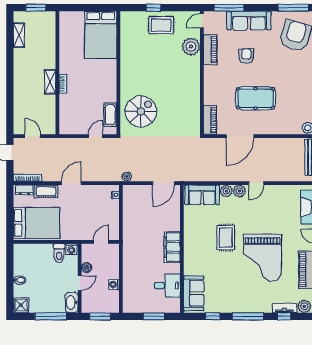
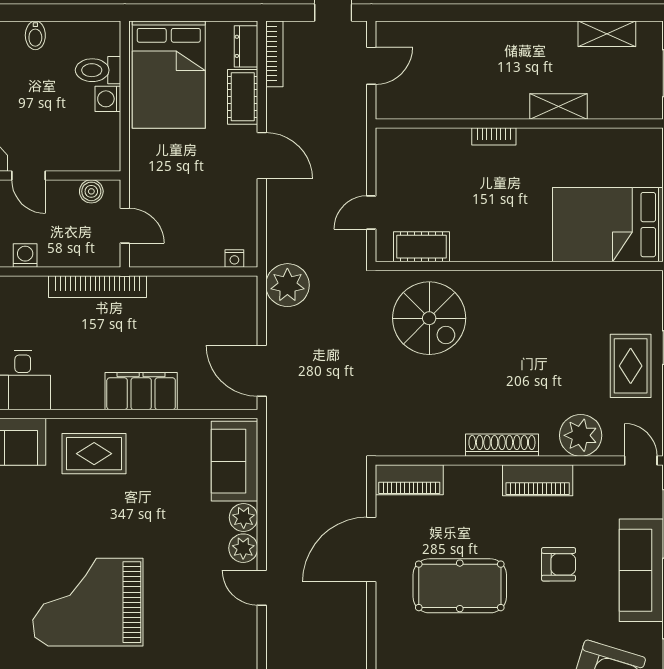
piano: (210, 50) -> (538, 480), moved
shoe rack: (195, 80) -> (502, 445), added
shelving: (50, 82) -> (559, 106), moved
pool table: (255, 98) -> (460, 586), turned 90
door: (96, 136) -> (371, 213), swing flipped
door: (240, 136) -> (371, 550), hinge flipped
plant: (127, 176) -> (287, 285), width x1.87, depth x1.87
rug: (226, 238) -> (94, 454), moved
filing cabinet: (172, 247) -> (141, 391), moved
washing machine: (71, 249) -> (108, 99), moved
toilet: (59, 253) -> (98, 70), moved
bookcase: (127, 253) -> (98, 287), added
boiler: (87, 268) -> (91, 191), moved

